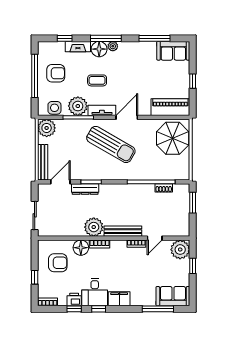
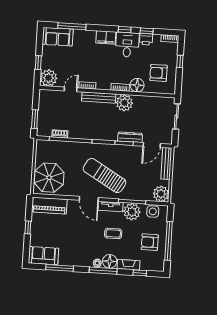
door: (127, 117) -> (89, 199), hinge flipped

